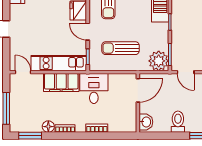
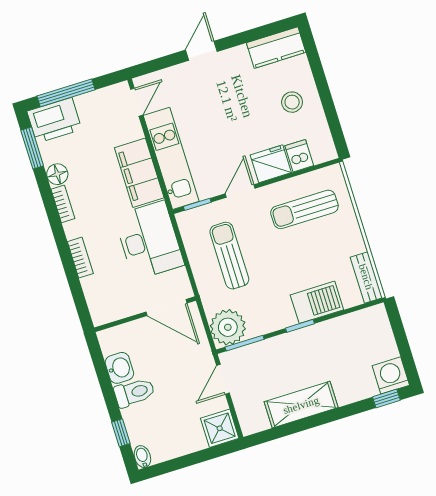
desk: (94, 89) -> (149, 240), width x1.37
printer: (19, 119) -> (54, 120), added
washbasin: (146, 122) -> (119, 368), moved, turned -90

